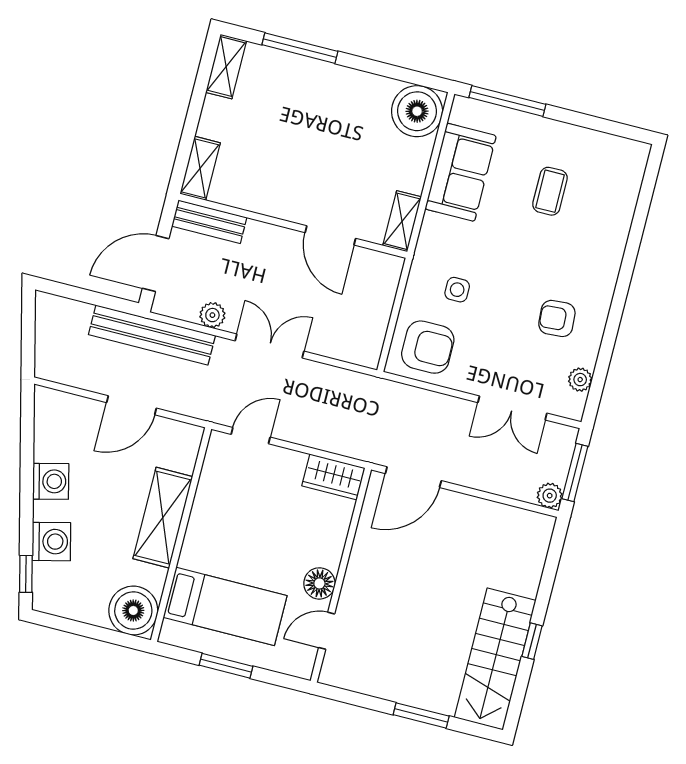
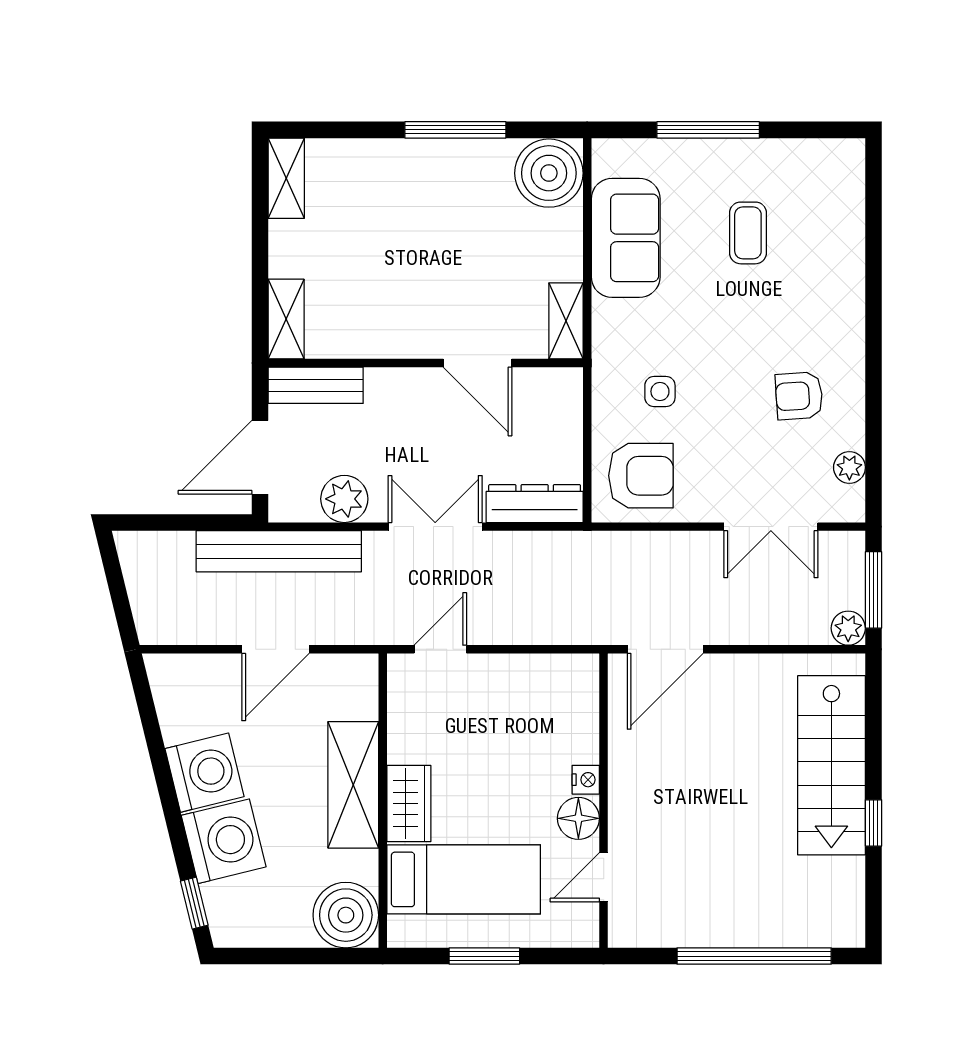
window: (300, 48) -> (455, 130), moved
window: (507, 101) -> (708, 130), moved
plant: (212, 315) -> (344, 499), width x1.38, depth x1.38
dresser: (346, 348) -> (535, 504), added
wardrobe: (333, 477) -> (409, 804), moved, turned -90
washing machine: (51, 481) -> (204, 773), width x1.37, depth x1.37
washing machine: (51, 542) -> (224, 841), width x1.37, depth x1.37
nightstand: (332, 557) -> (586, 780), added
stairs: (495, 659) -> (831, 765), moved
window: (421, 715) -> (754, 956), width x2.11

